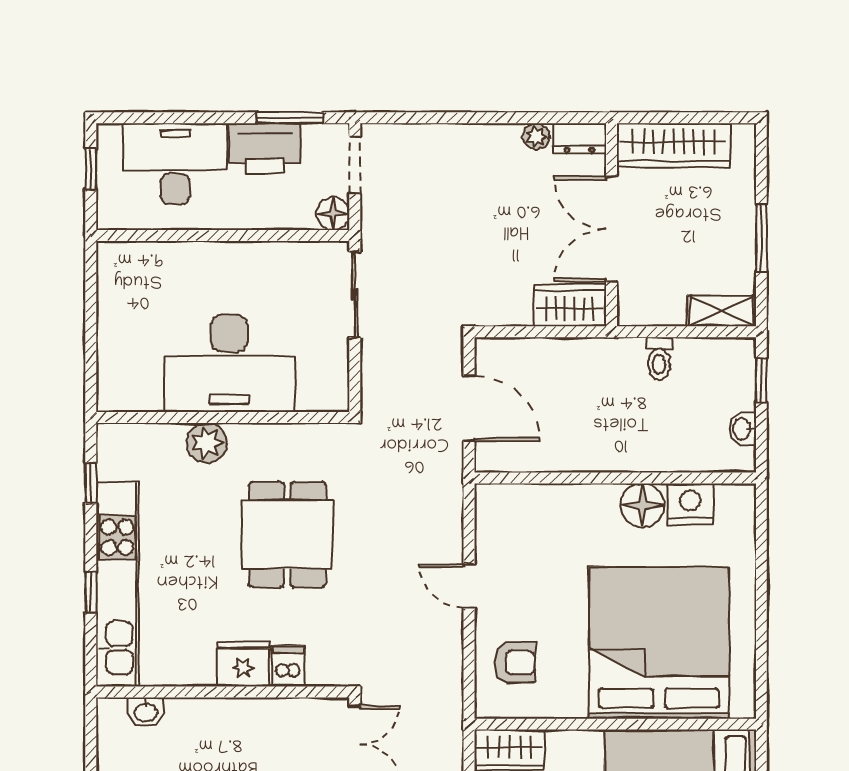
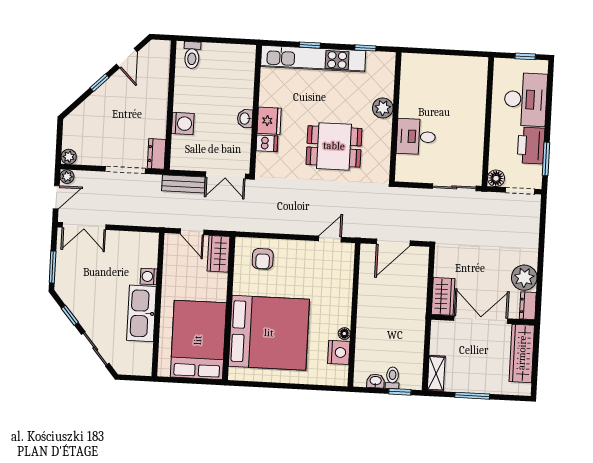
plant: (536, 136) -> (524, 278), width x1.88, depth x1.88
toilet: (659, 358) -> (392, 378), moved, turned 90
desk: (229, 363) -> (416, 137), width x0.53, depth x0.77
floor lamp: (642, 505) -> (344, 334), width x0.53, depth x0.53
door: (469, 586) -> (330, 239), moved
washbasin: (146, 712) -> (245, 119), moved

